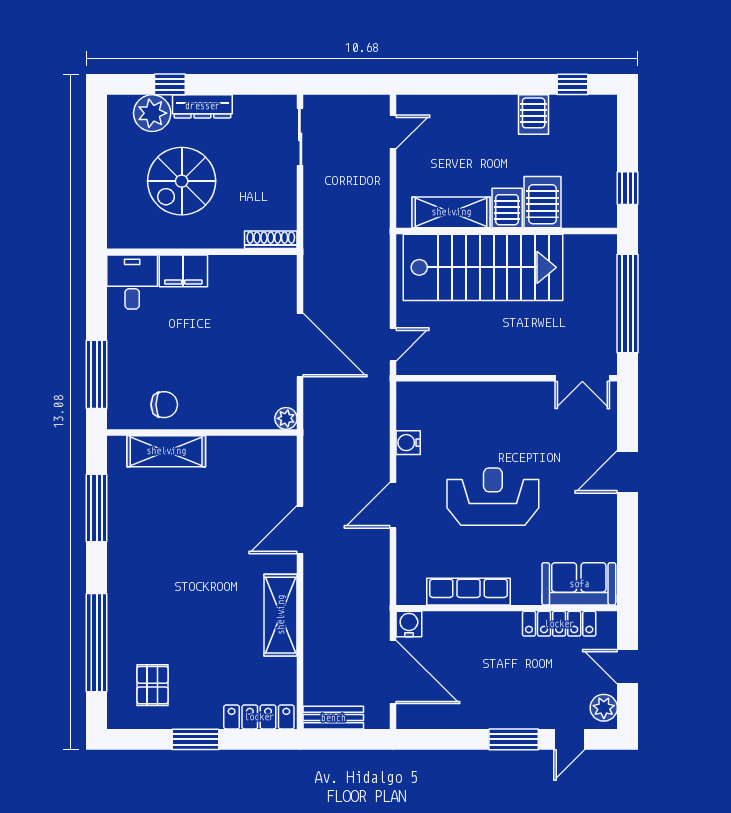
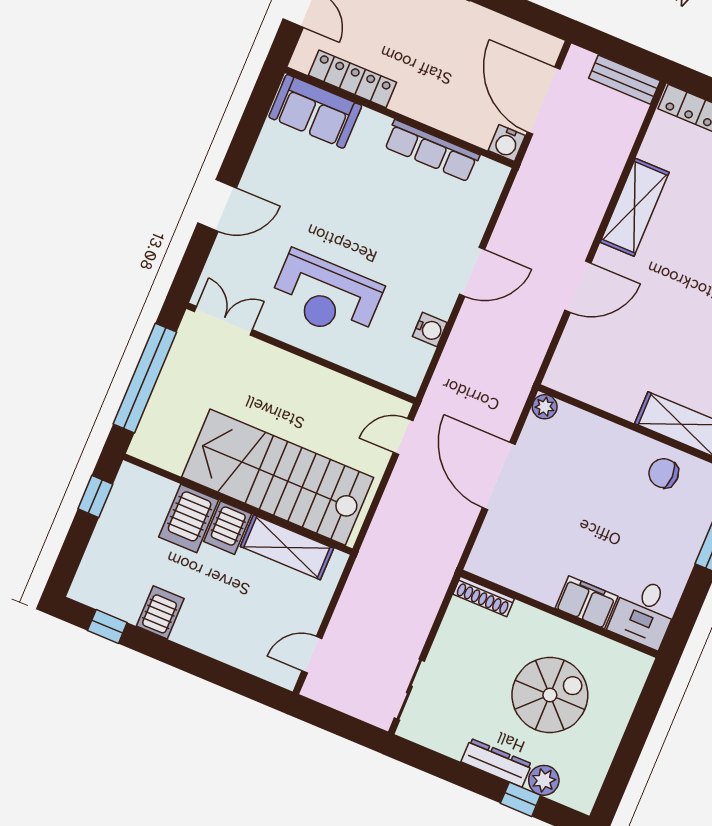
plant: (152, 113) -> (544, 780), width x0.73, depth x0.73
reception desk: (493, 497) -> (326, 296), moved

